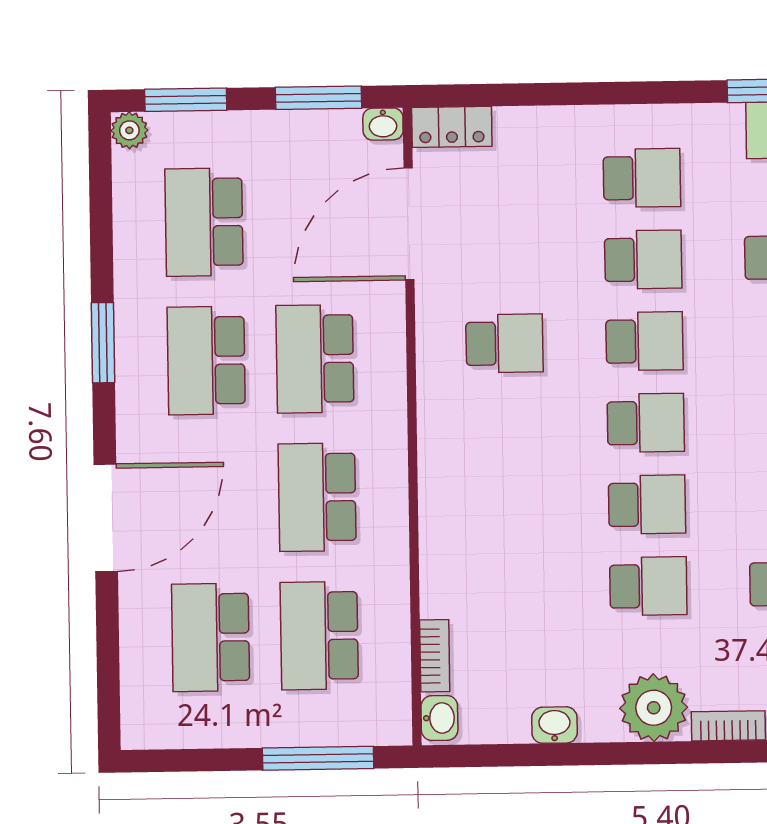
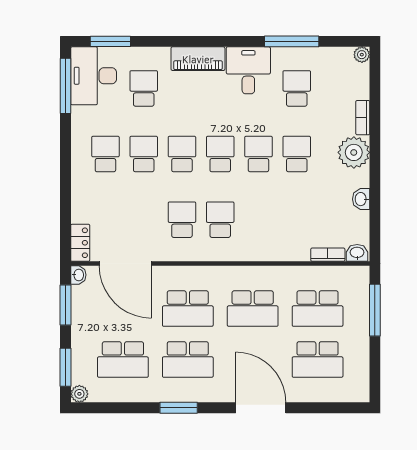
school desk: (506, 425) -> (220, 220), added

